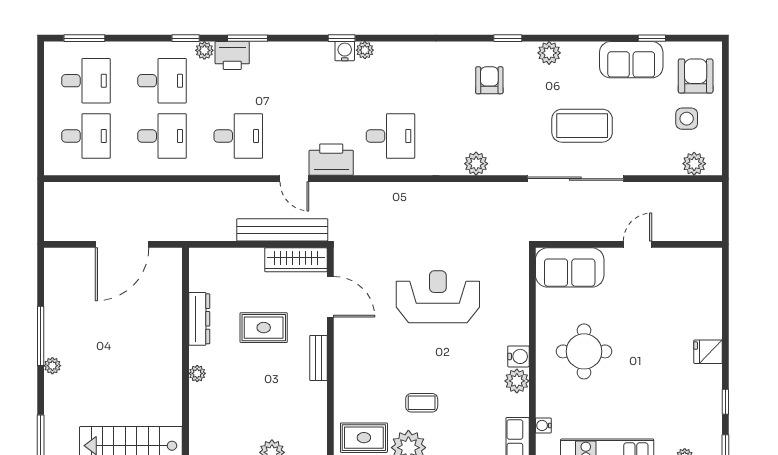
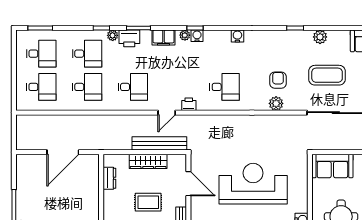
plant: (365, 50) -> (185, 35), moved
water cooler: (412, 52) -> (237, 36), added
filing cabinet: (289, 54) -> (164, 38), added
armchair: (489, 80) -> (278, 80), moved
coffee table: (582, 126) -> (327, 75), moved
printer: (331, 160) -> (189, 104), width x0.53, depth x0.68
door: (294, 179) -> (167, 113), hinge flipped
wardrobe: (296, 260) -> (148, 161), moved
reception desk: (438, 297) -> (253, 184), width x1.36, depth x1.30
dresser: (199, 319) -> (109, 178), moved, width x0.70

